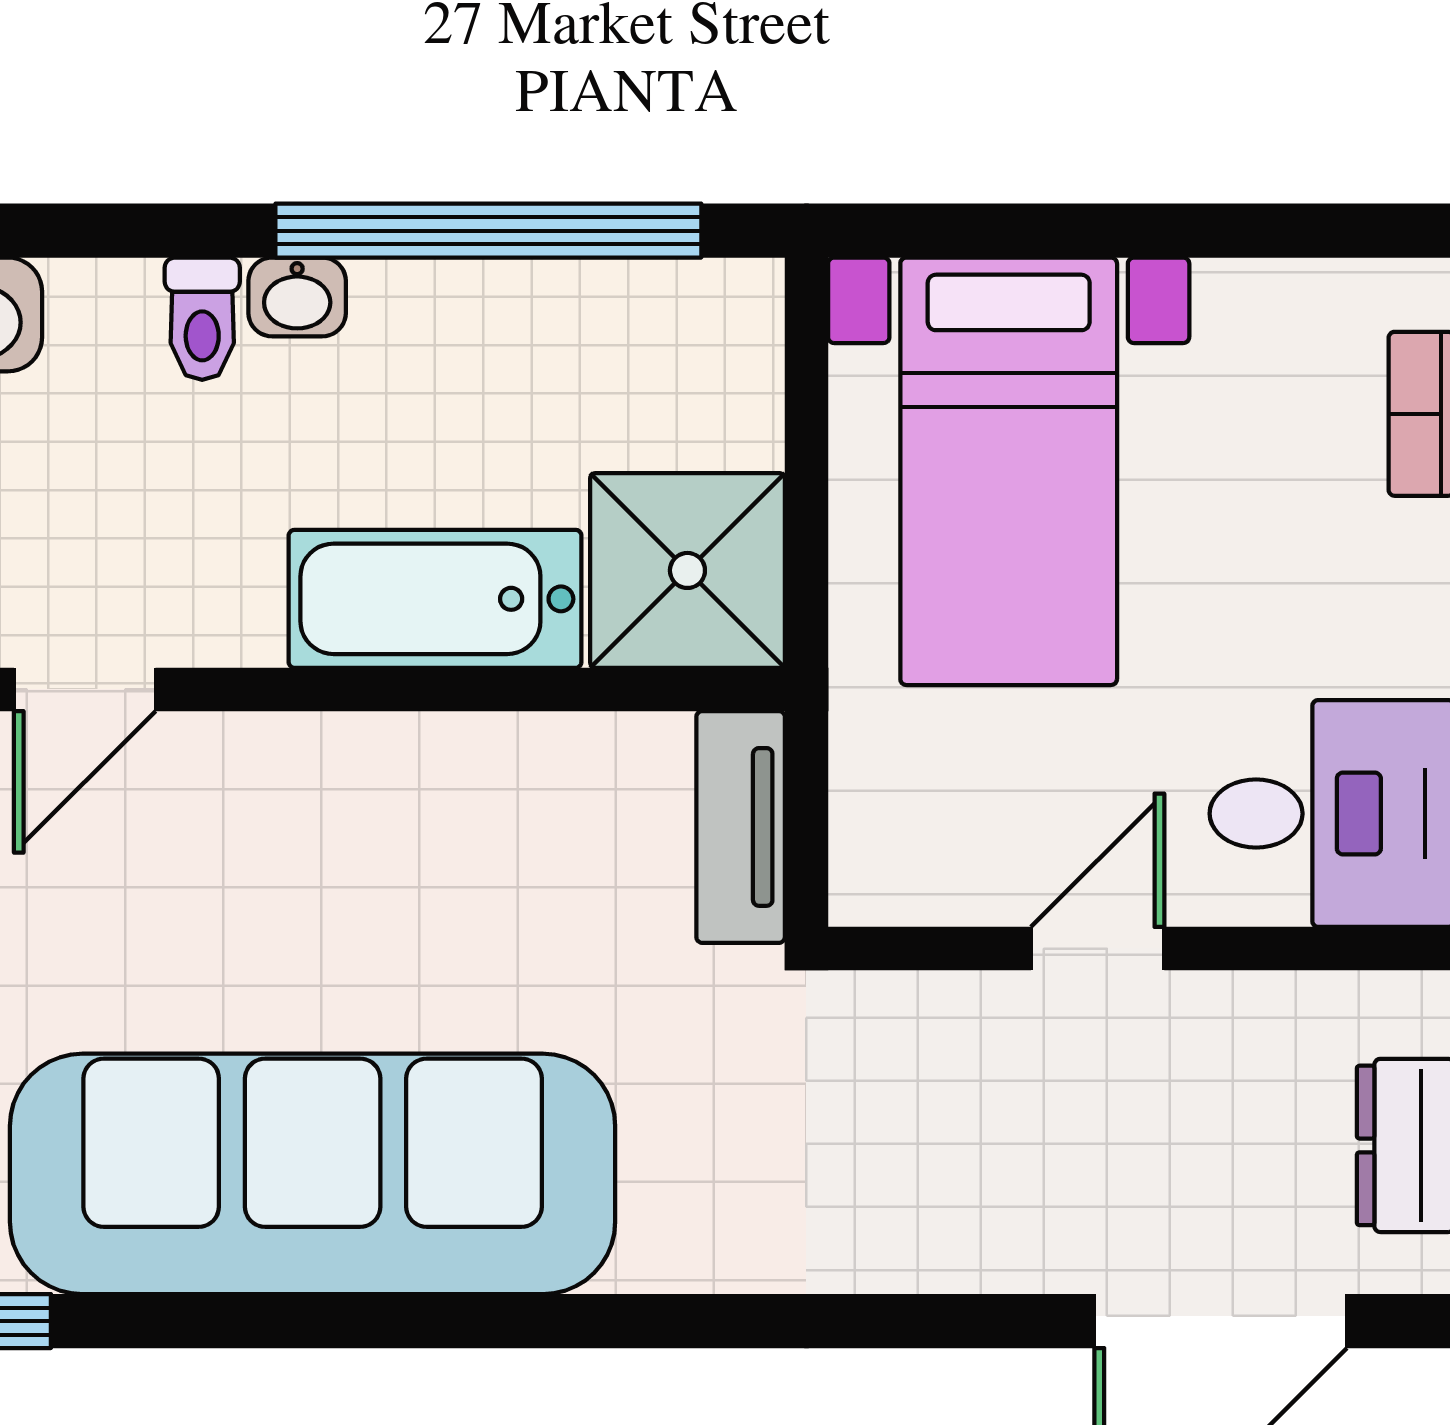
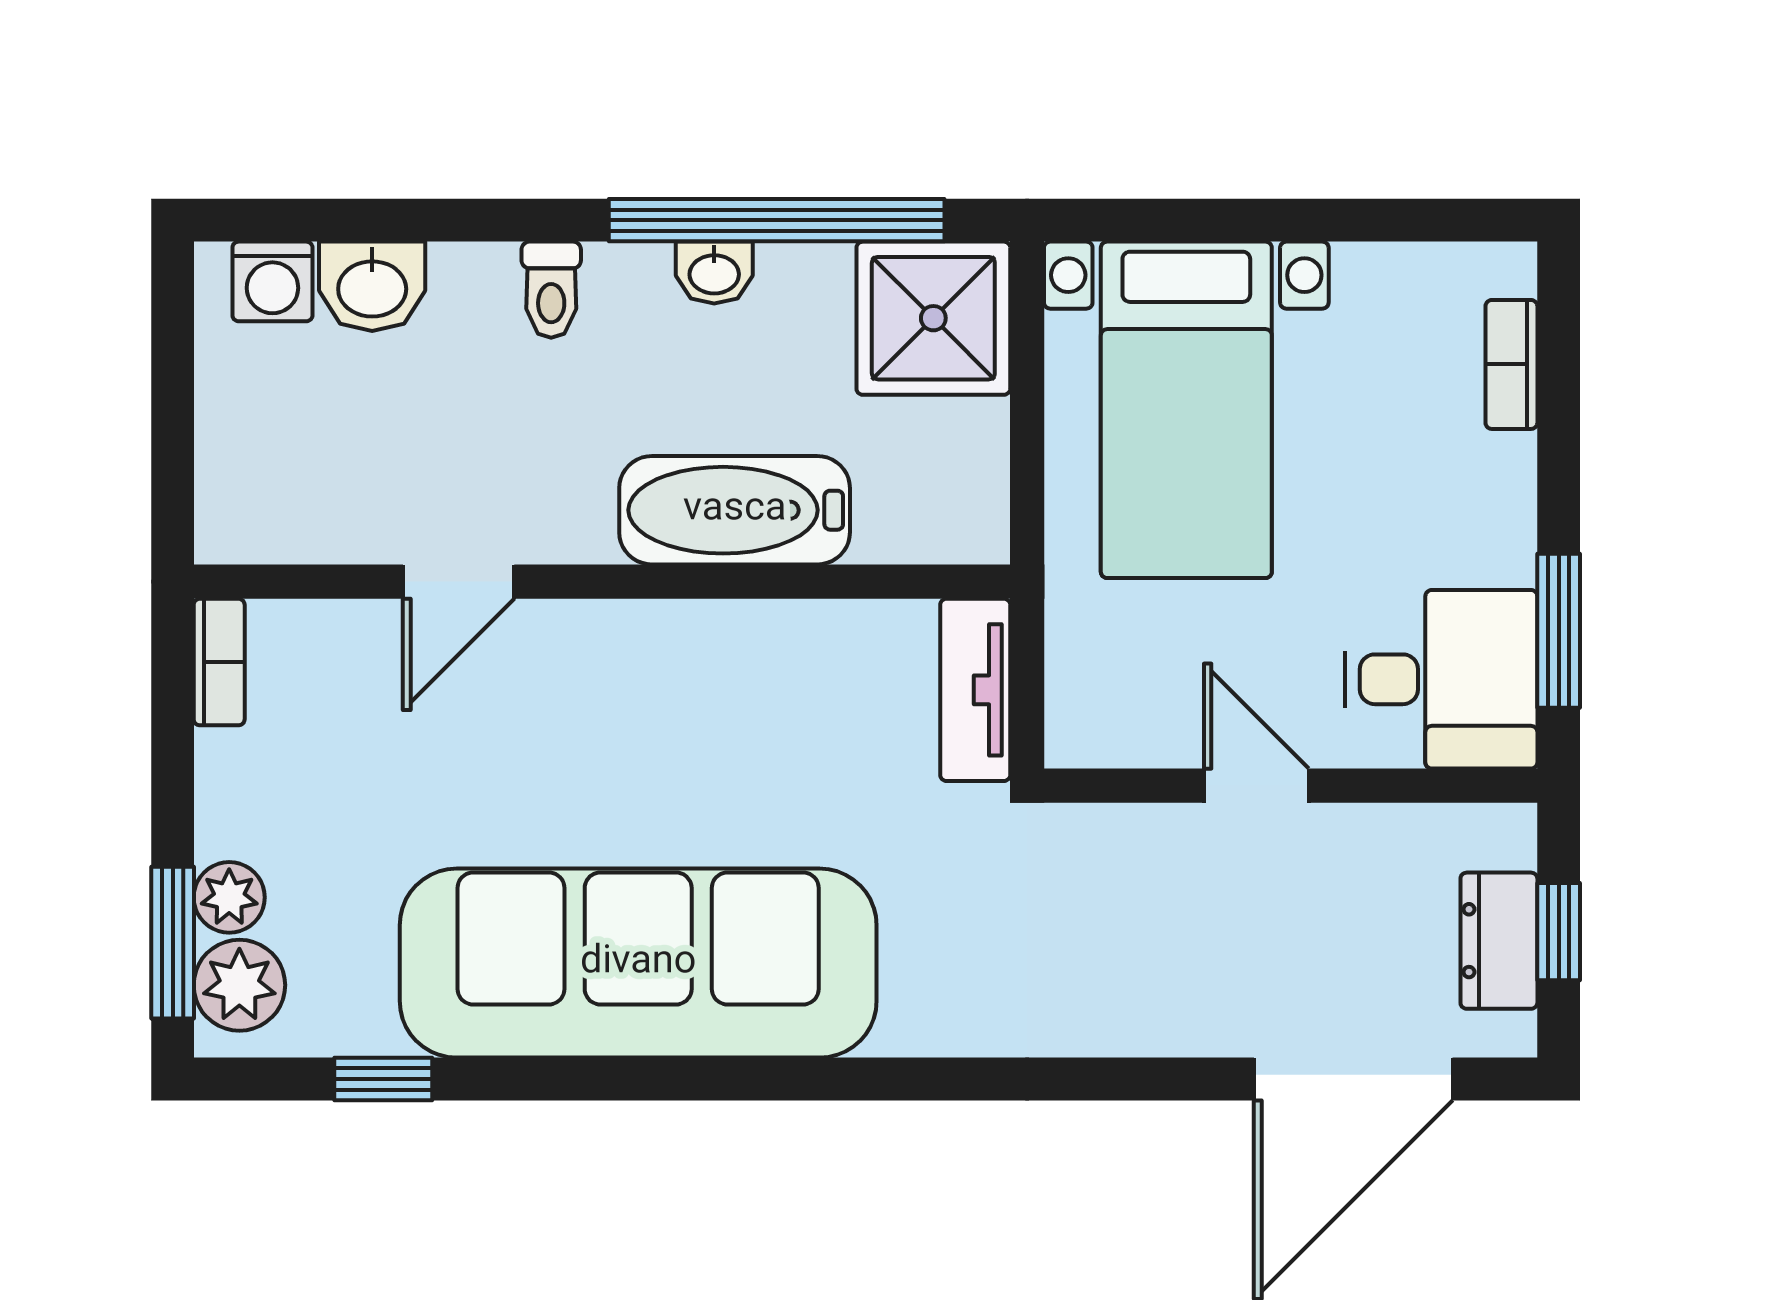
washbasin: (297, 297) -> (714, 272), moved
shower: (687, 570) -> (933, 318), moved
door: (1098, 949) -> (1256, 786), hinge flipped

